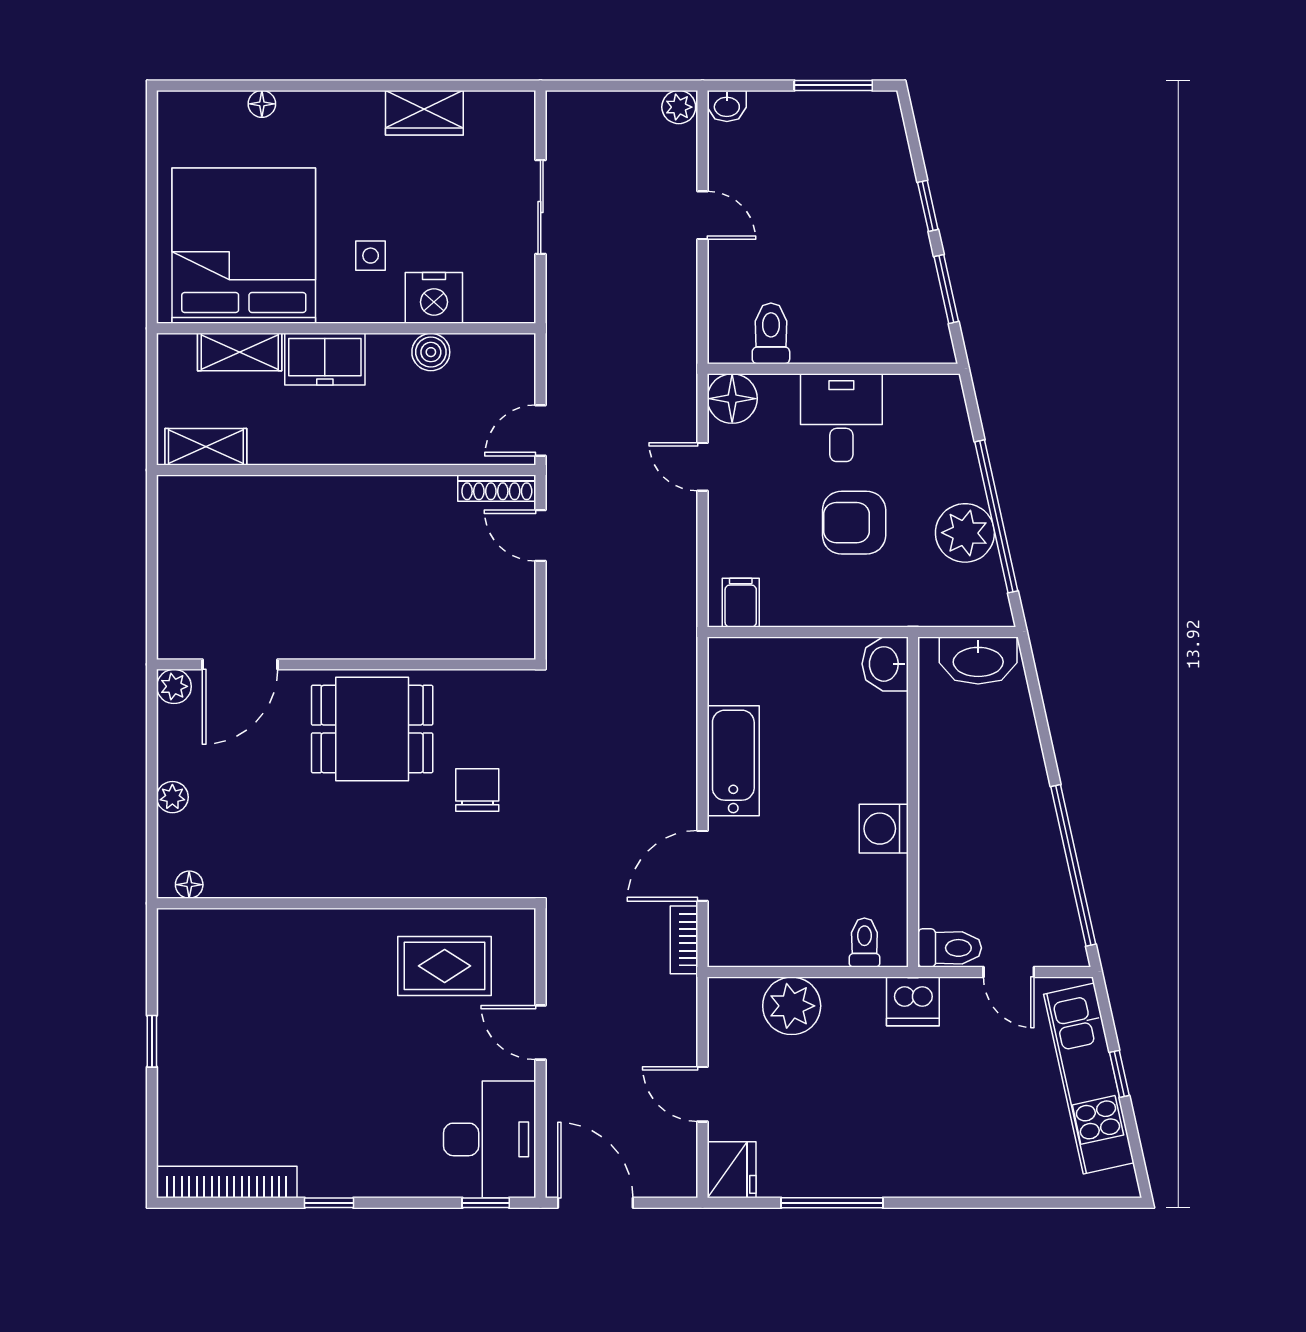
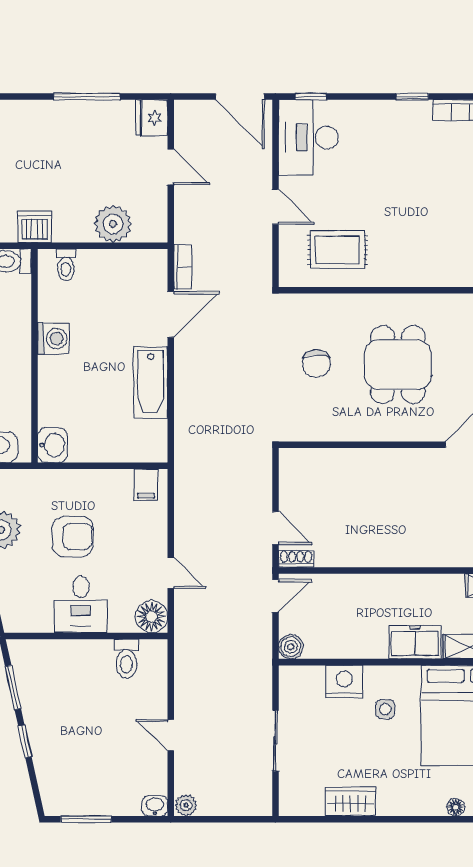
boiler: (431, 352) -> (291, 647), moved
shoe rack: (497, 488) -> (296, 559), width x0.70
dining table: (372, 729) -> (398, 365), moved, turned 90

